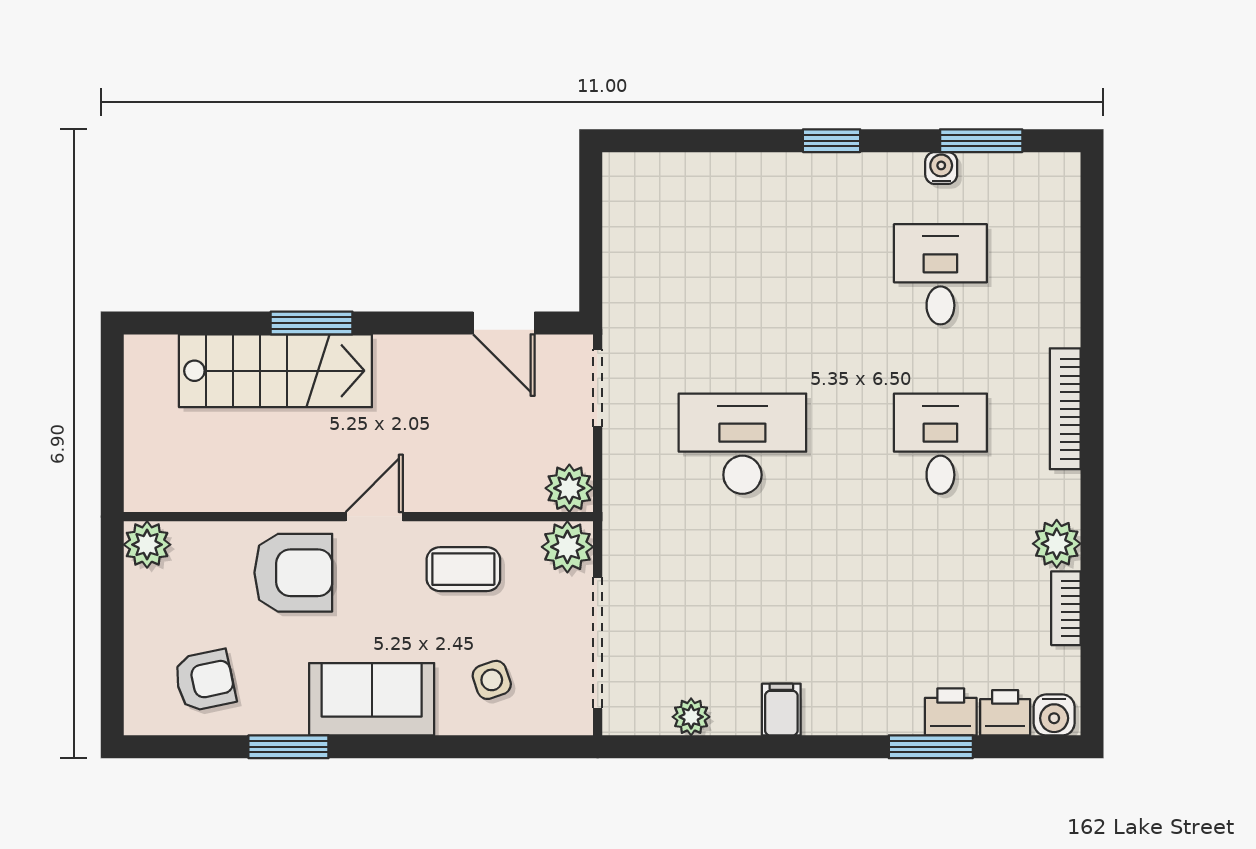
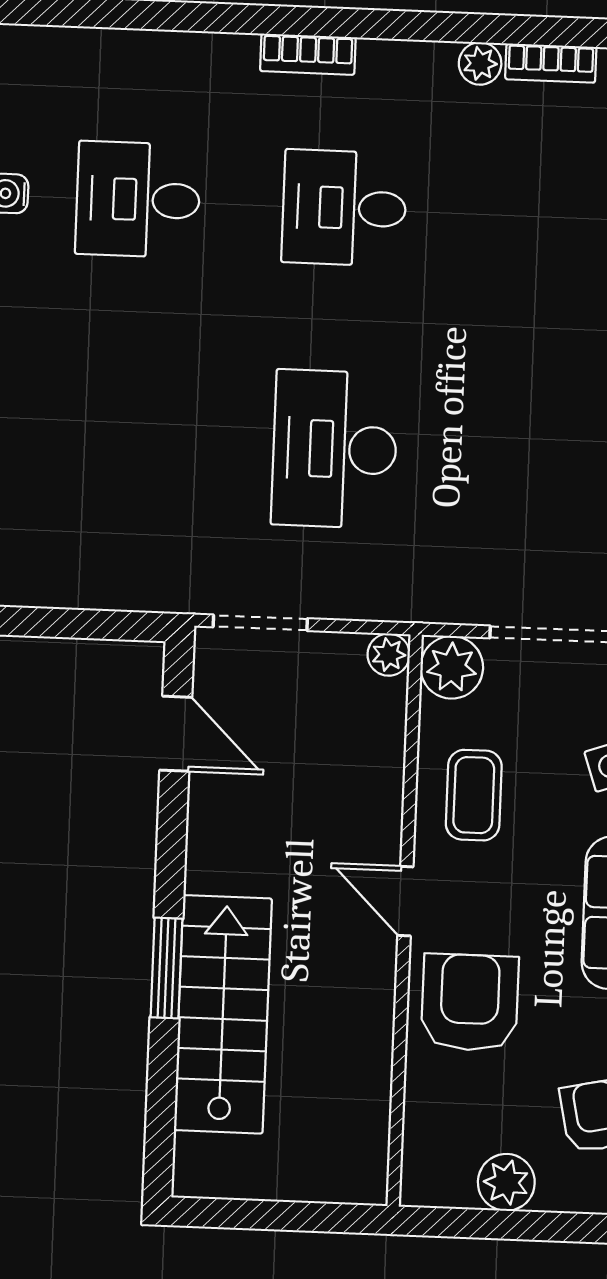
door: (504, 323) -> (176, 734), hinge flipped
bookcase: (1065, 409) -> (308, 54), width x0.64
plant: (569, 488) -> (389, 655), width x0.73, depth x0.73
plant: (1057, 544) -> (480, 63), width x0.73, depth x0.73
plant: (147, 545) -> (506, 1182), moved

